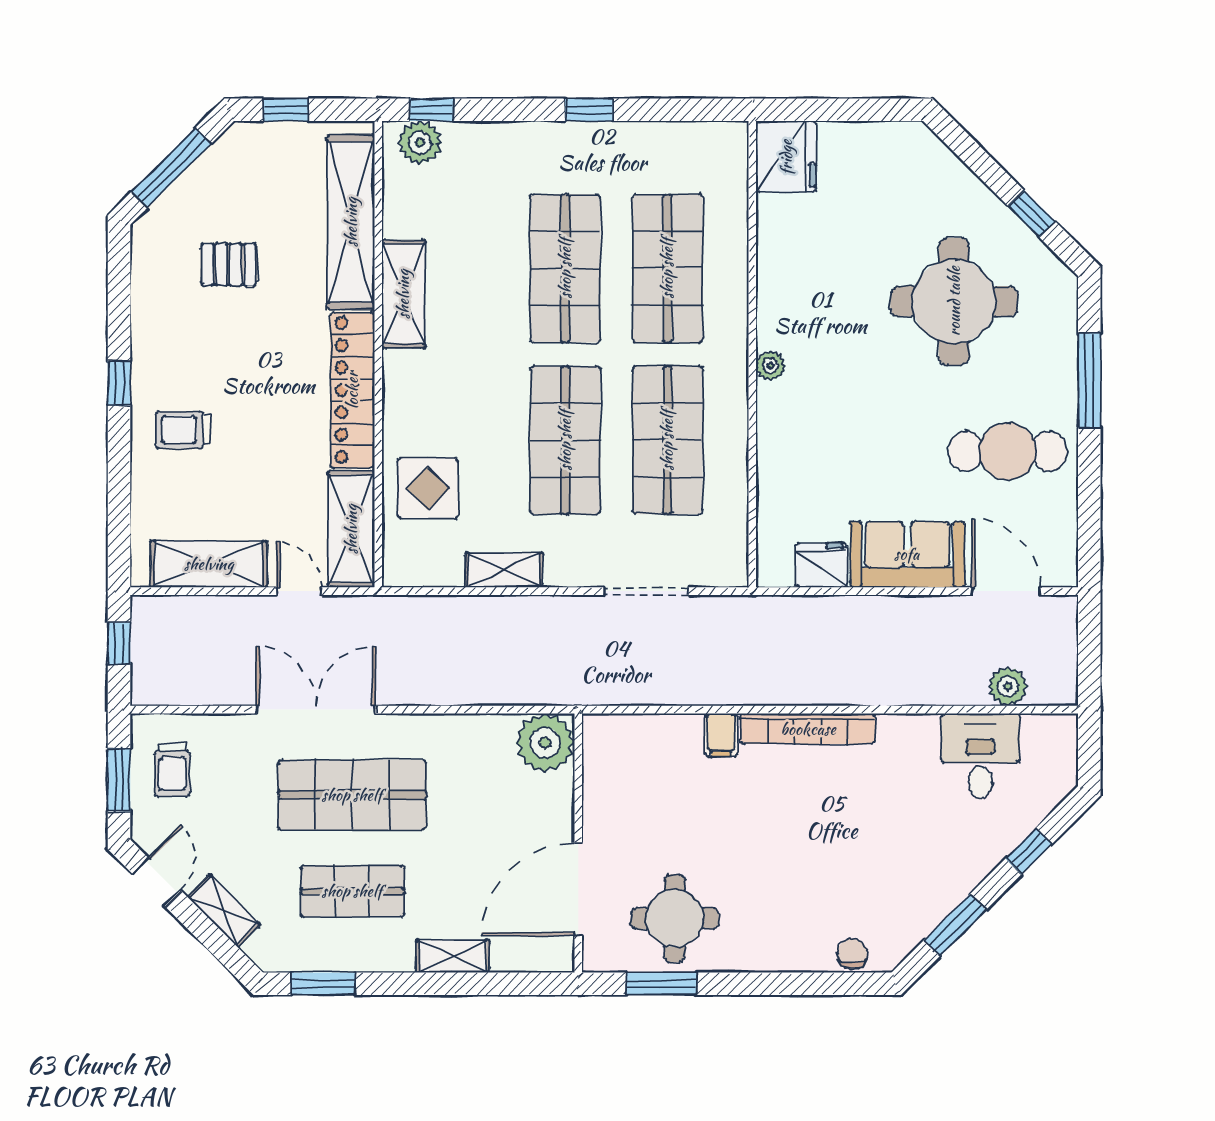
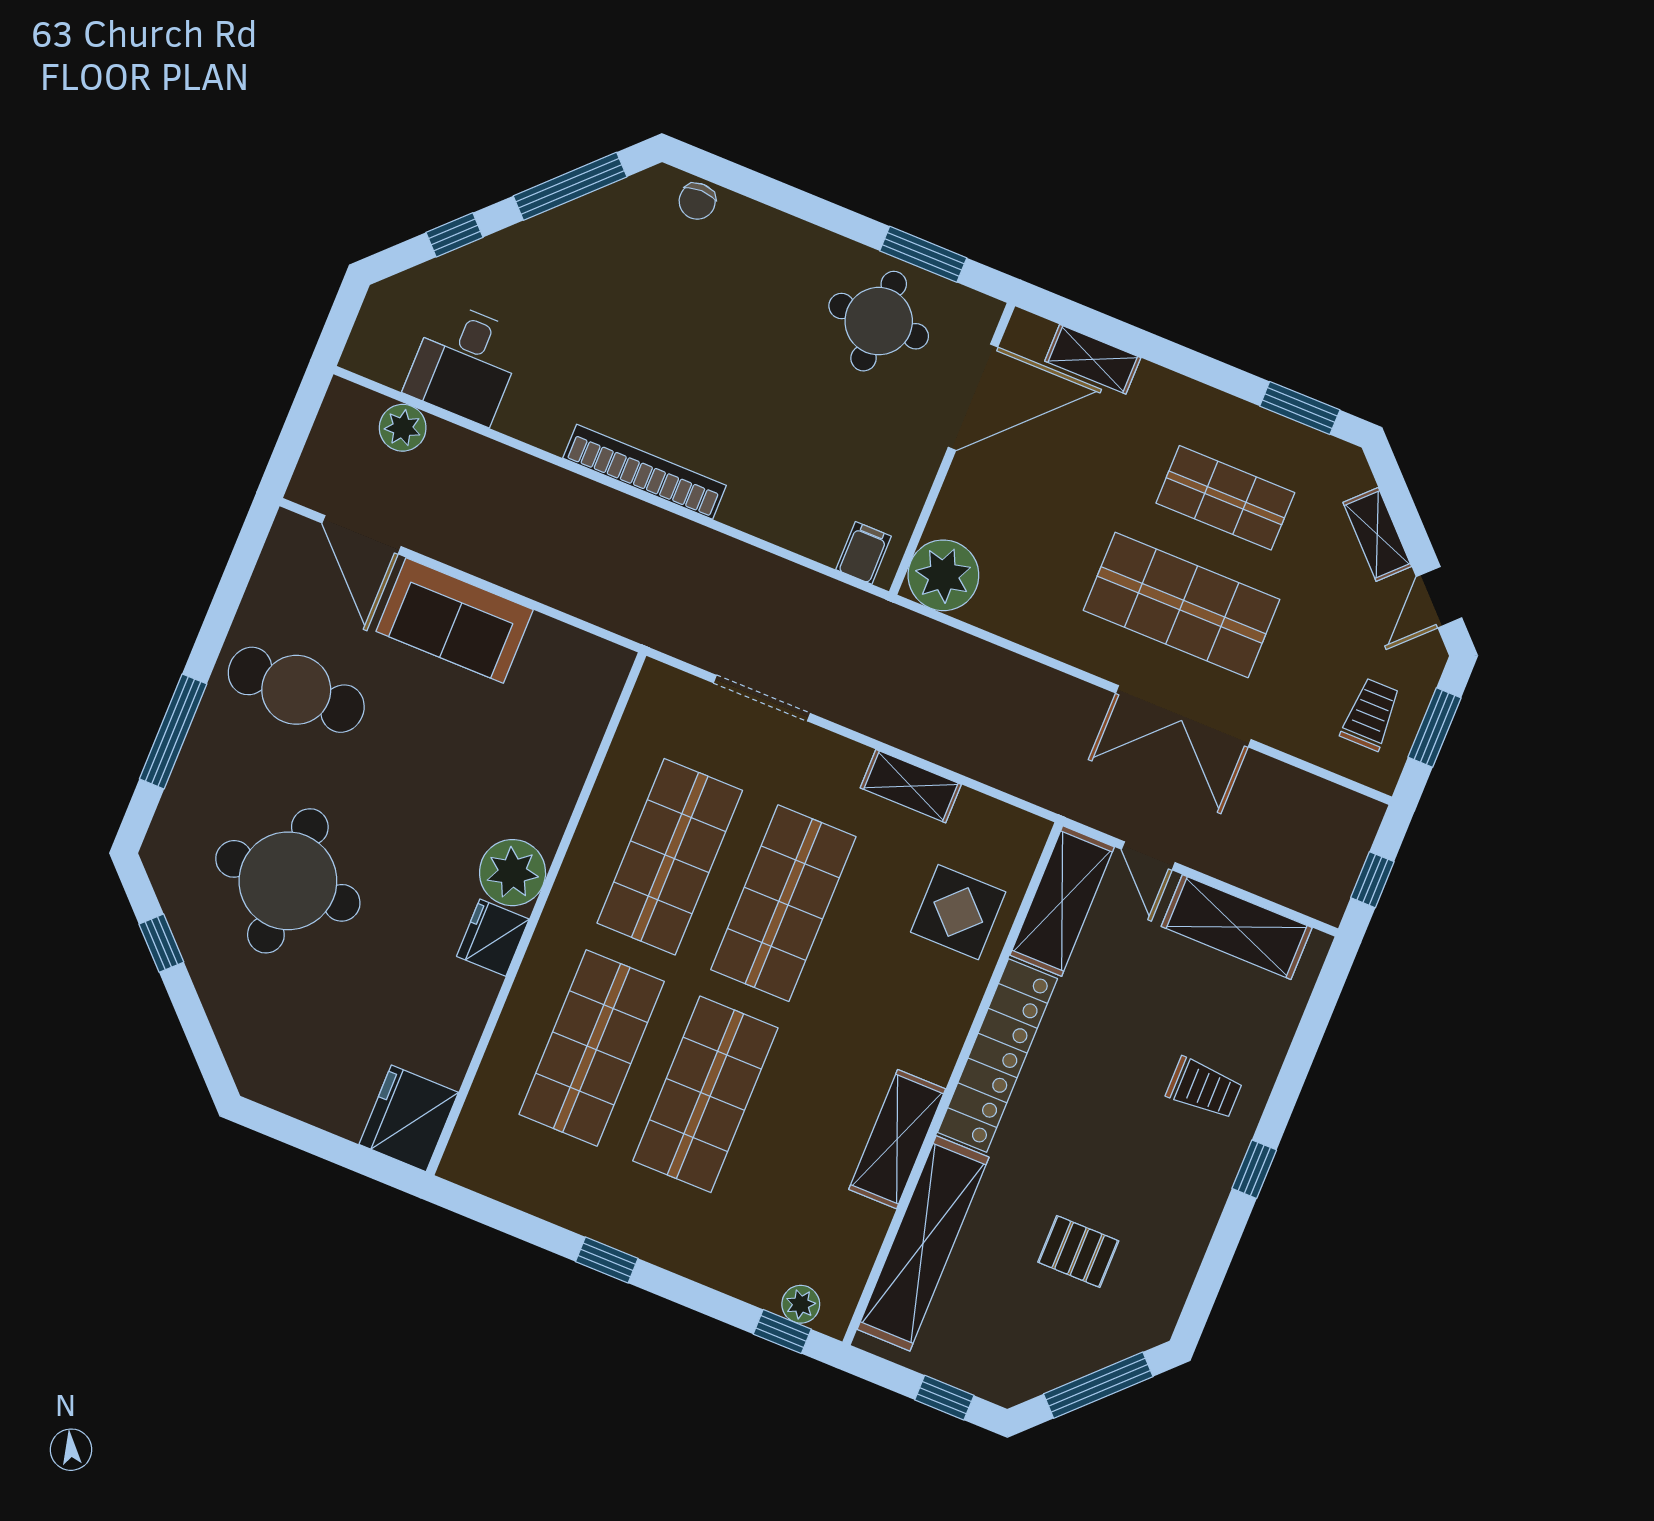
plant: (420, 142) -> (801, 1304), width x0.73, depth x0.73
plant: (771, 366) -> (513, 873), width x1.88, depth x1.88
fridge: (821, 565) -> (493, 938), moved, turned 90
filing cabinet: (721, 735) -> (864, 553), moved
window: (955, 925) -> (570, 186), width x1.44
shelving: (453, 956) -> (1093, 359), moved

